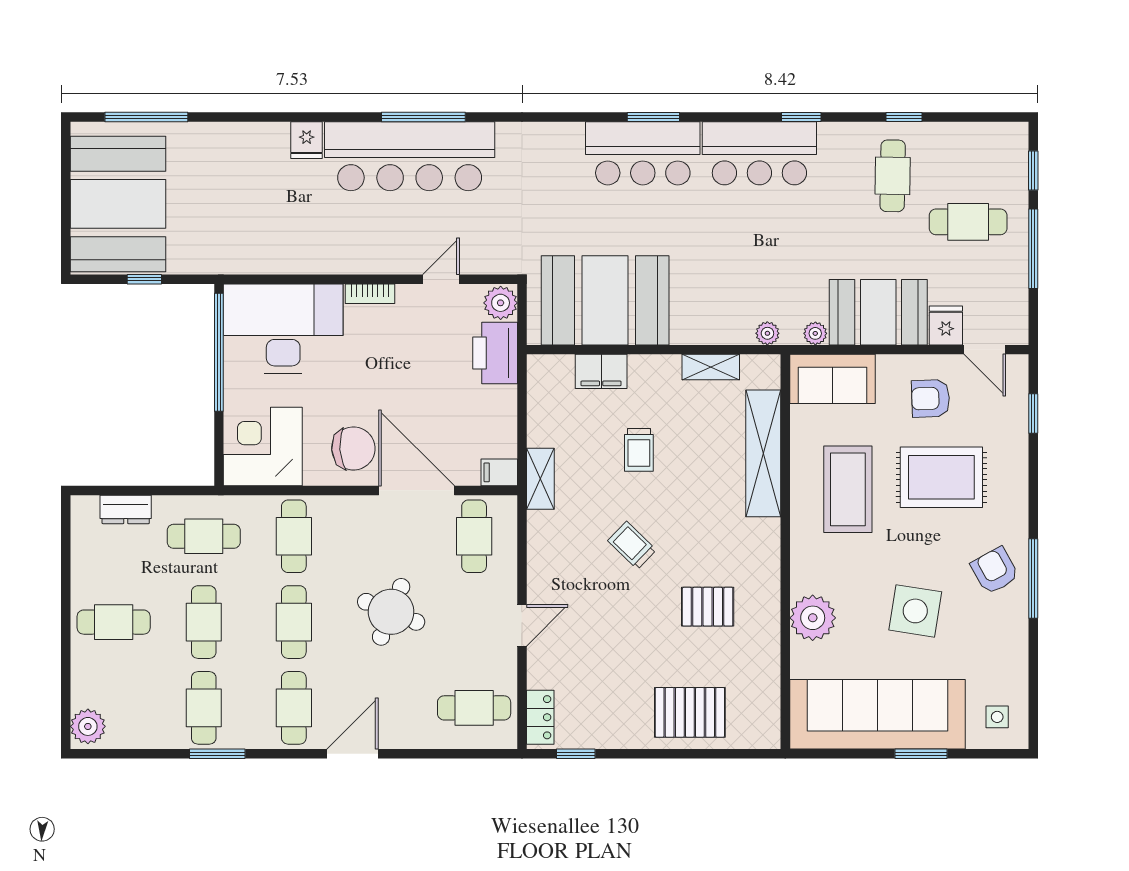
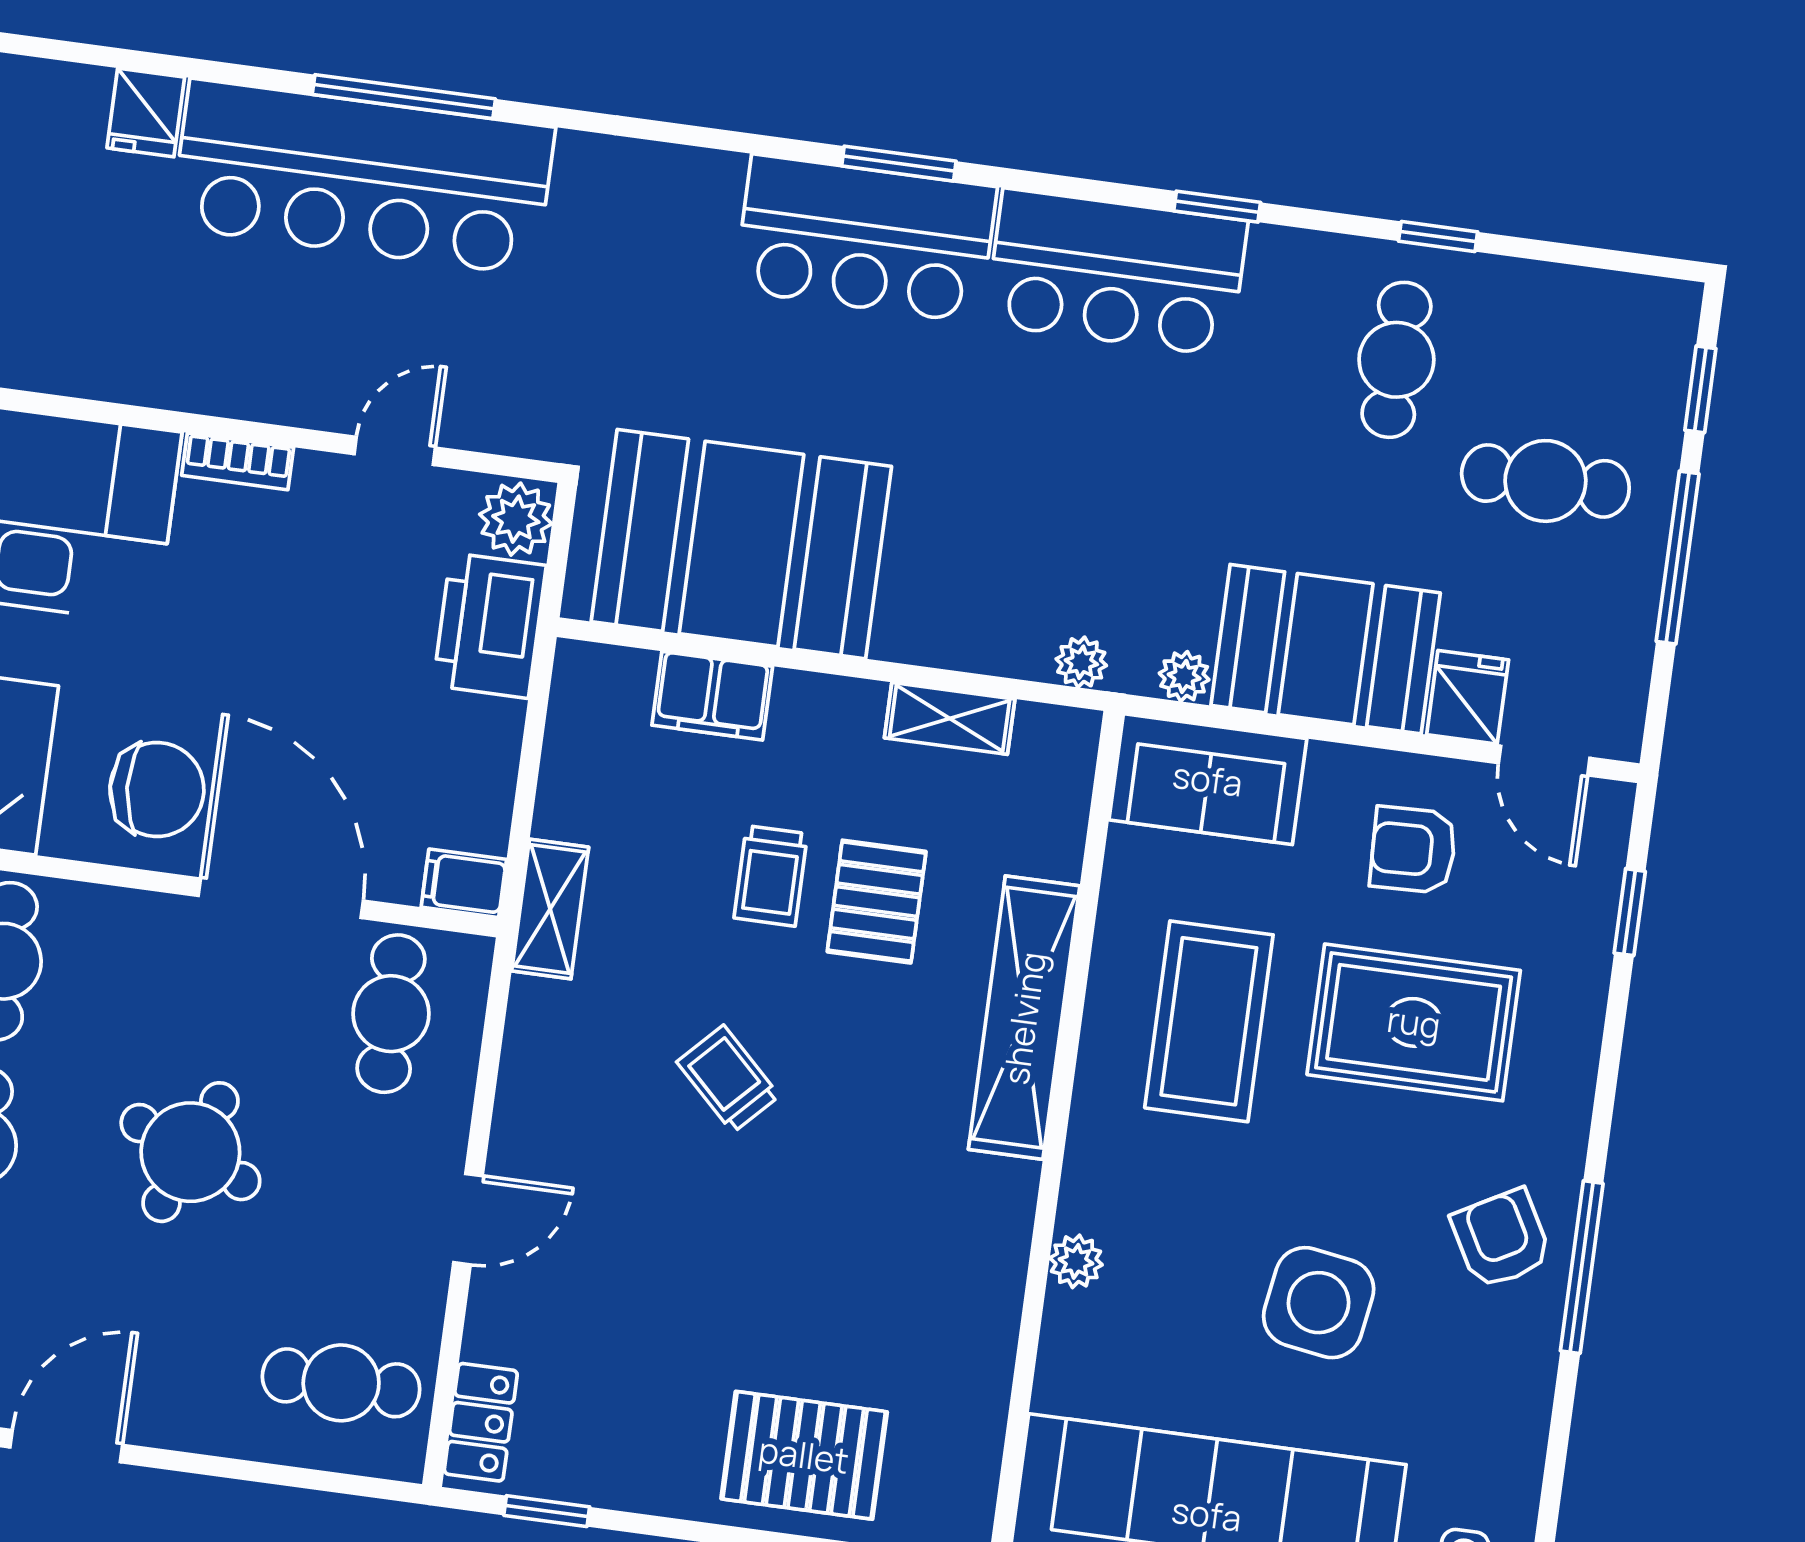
shelving: (763, 453) -> (1024, 1018), moved
pallet: (708, 607) -> (877, 902), moved, turned 90
plant: (813, 618) -> (1076, 1261), width x0.53, depth x0.53

